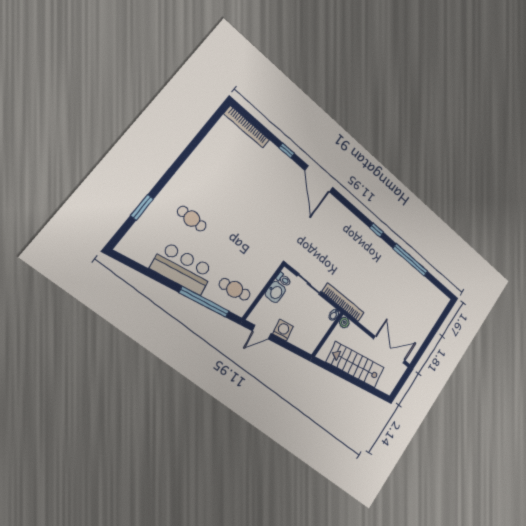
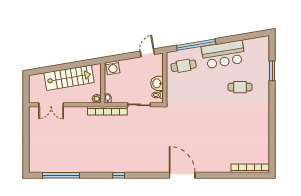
window: (287, 151) -> (216, 175), removed
window: (410, 260) -> (61, 175), moved
washing machine: (283, 330) -> (113, 68), moved
double door: (389, 350) -> (51, 105), width x0.73

